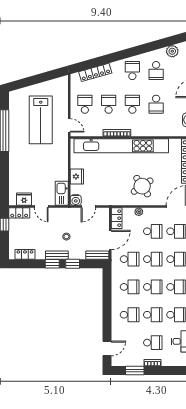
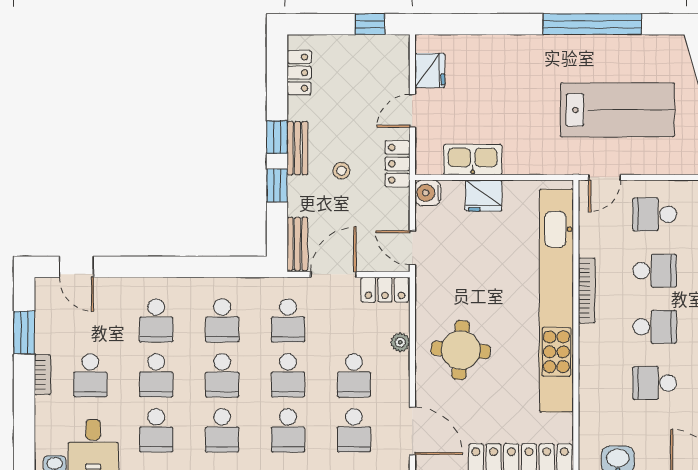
school desk: (85, 104) -> (655, 214), turned 180
lab bench: (41, 120) -> (618, 110), turned 180
round table: (142, 186) -> (461, 350), turned 38
kitchen sink: (62, 193) -> (473, 160), moved
door: (88, 207) -> (412, 248), moved
locker: (19, 213) -> (397, 164), moved
door: (110, 240) -> (333, 274), swing flipped

